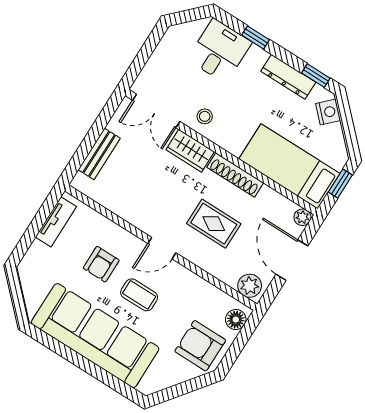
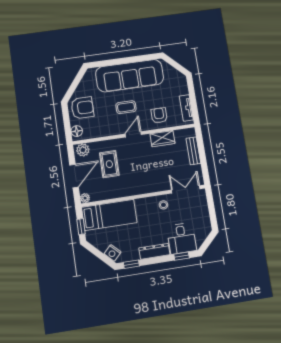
window: (256, 37) -> (182, 256), moved
dresser: (288, 77) -> (154, 251), moved
wardrobe: (190, 151) -> (162, 139), moved, turned 180
shoe rack: (235, 175) -> (129, 191), removed
rug: (214, 224) -> (109, 164), moved, turned 90
door: (292, 260) -> (74, 176), hinge flipped
armchair: (101, 264) -> (159, 115), moved

